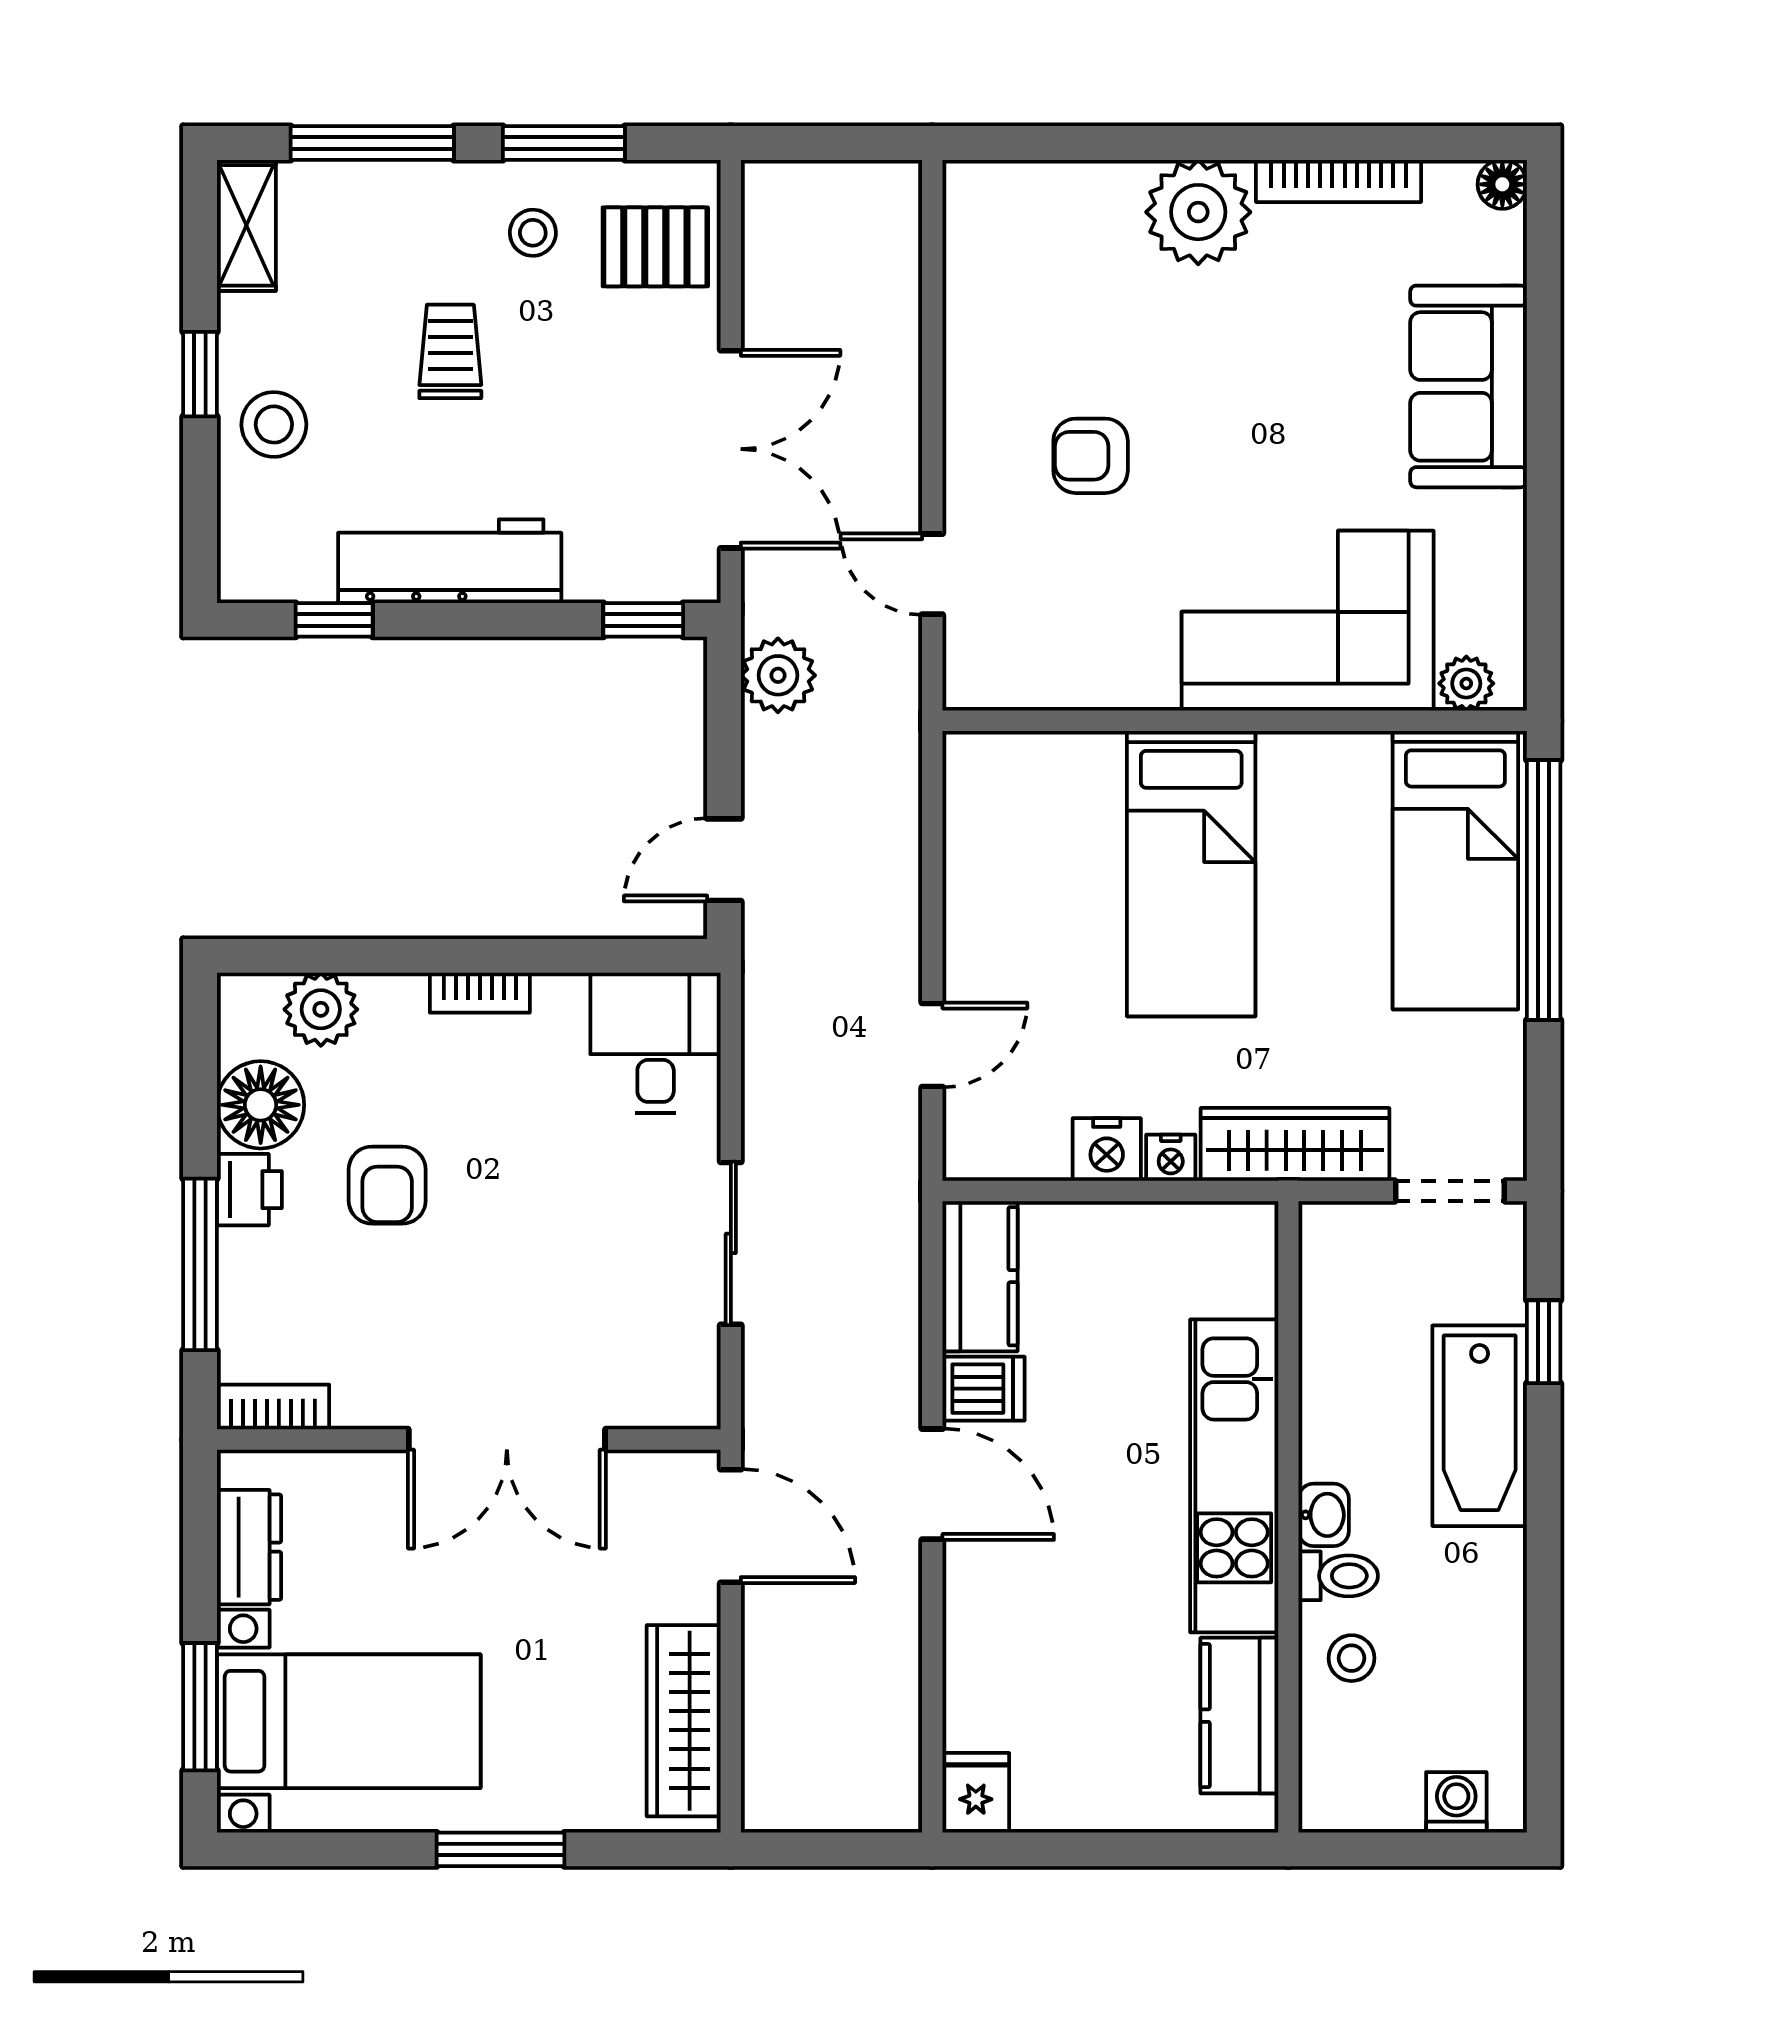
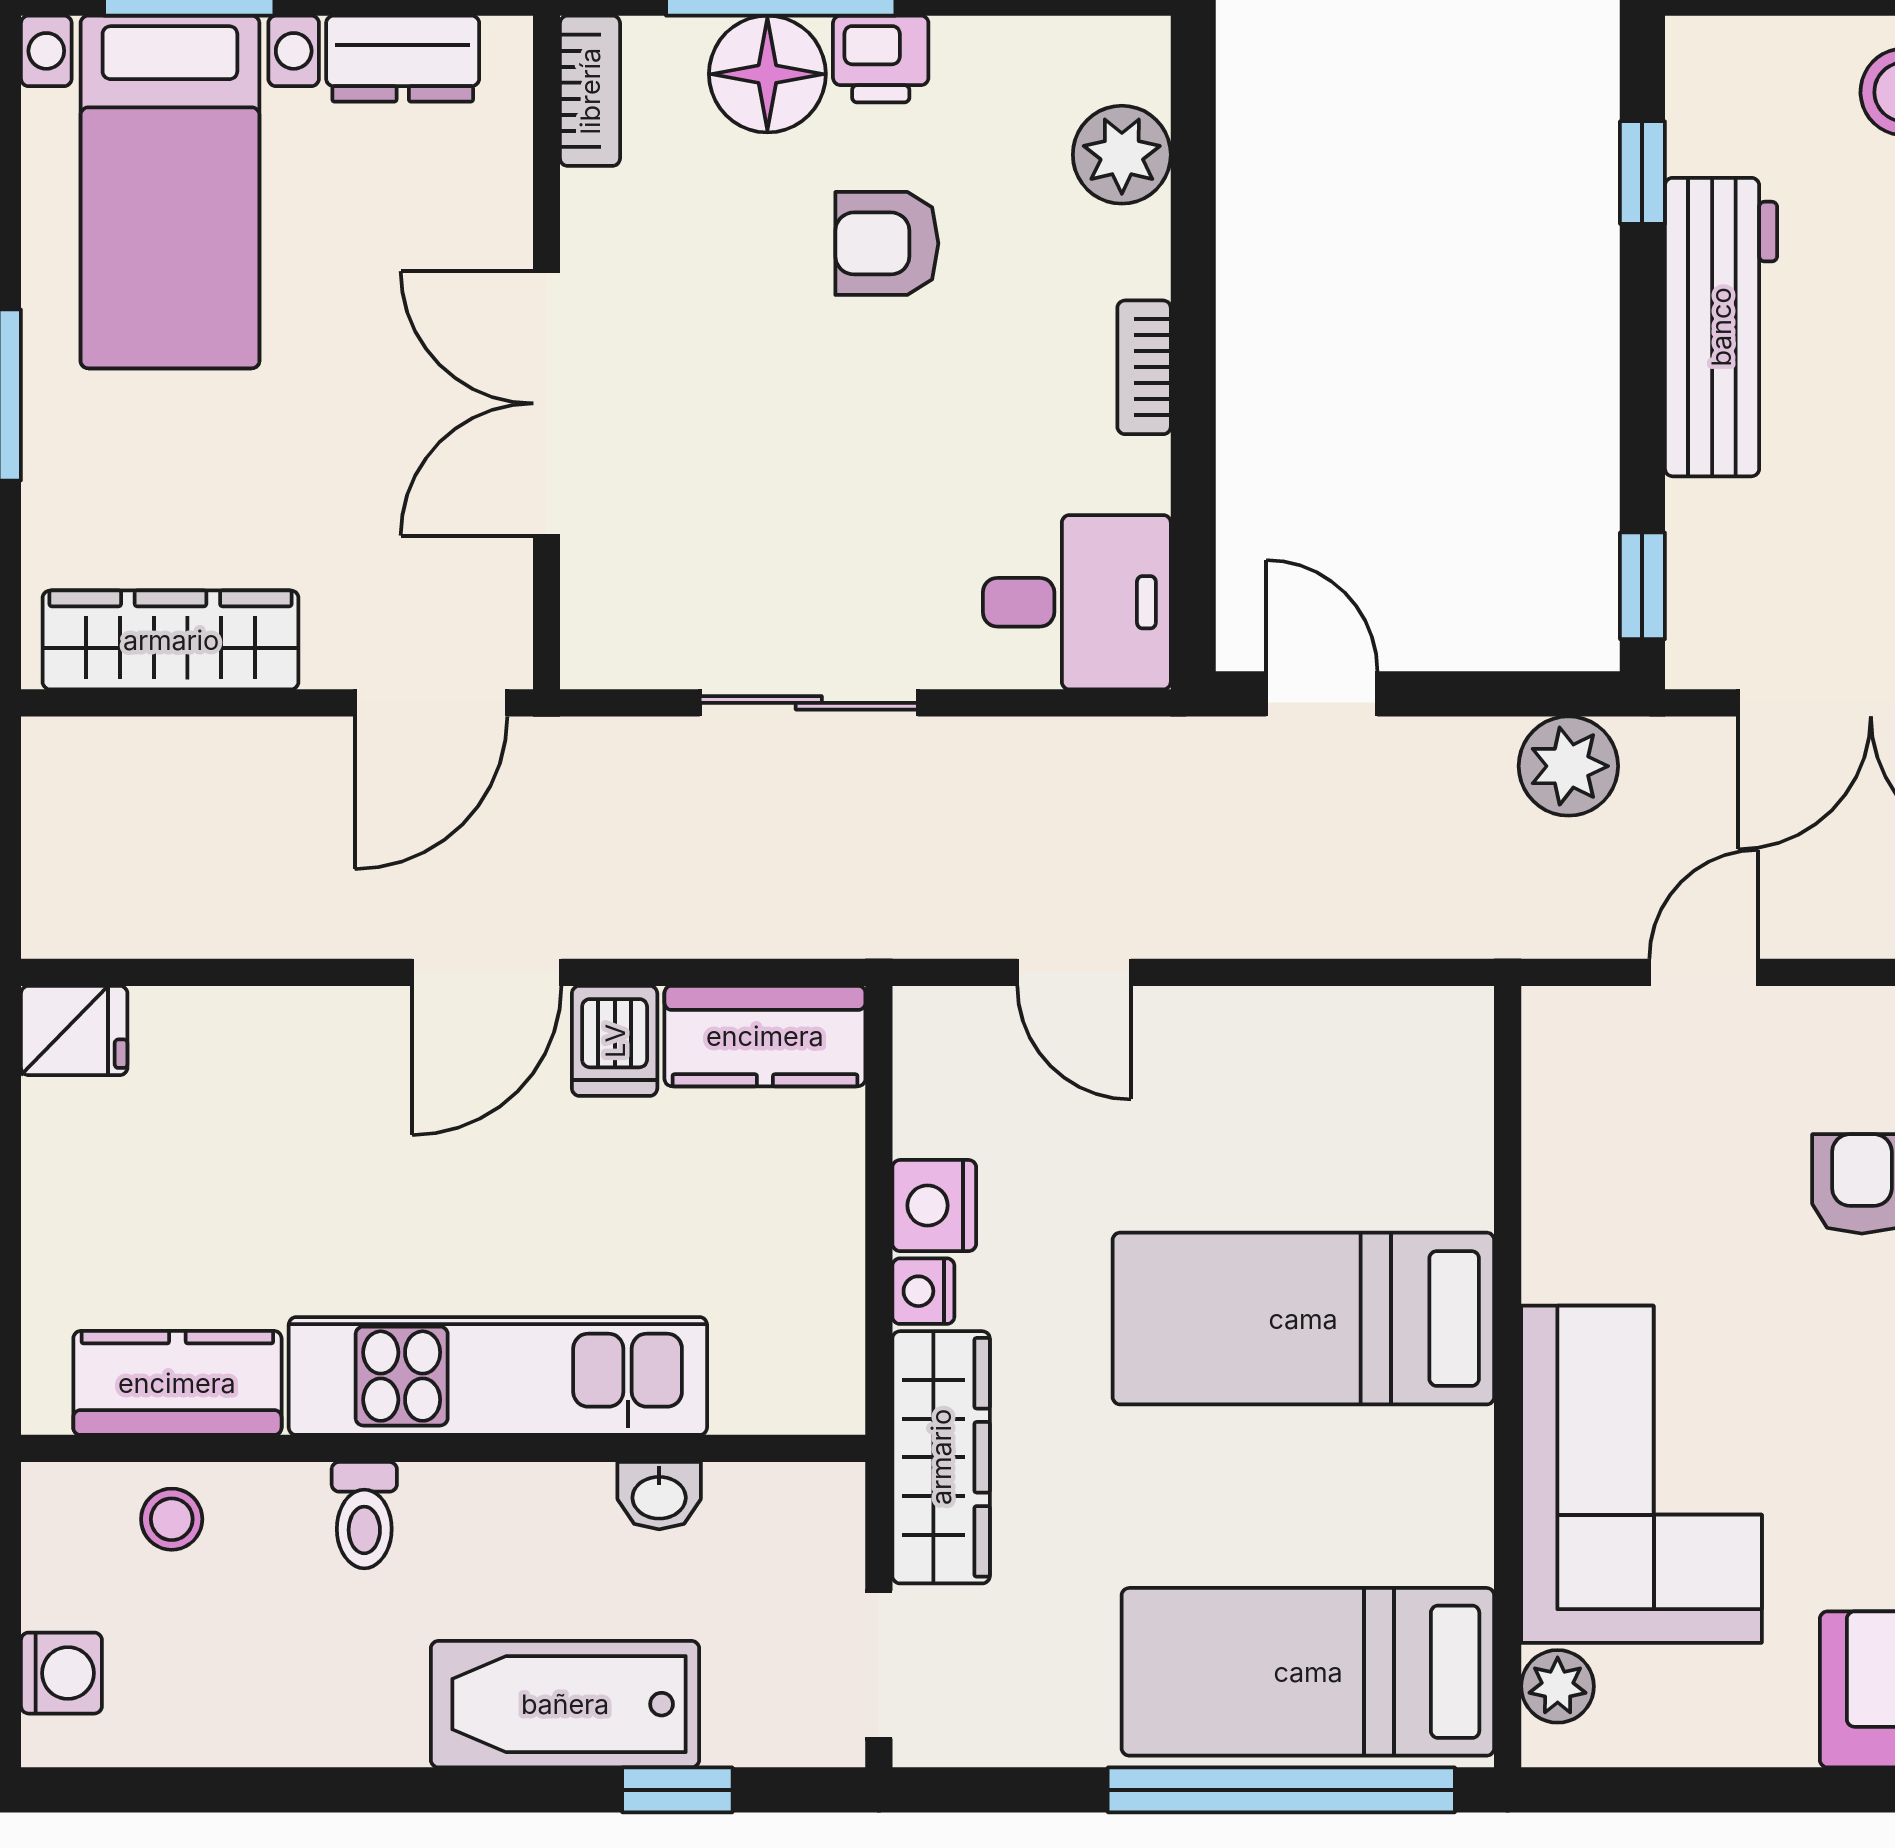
floor lamp: (261, 1105) -> (767, 74), moved
washbasin: (1324, 1515) -> (659, 1496), moved
stool: (1351, 1658) -> (172, 1519), moved

